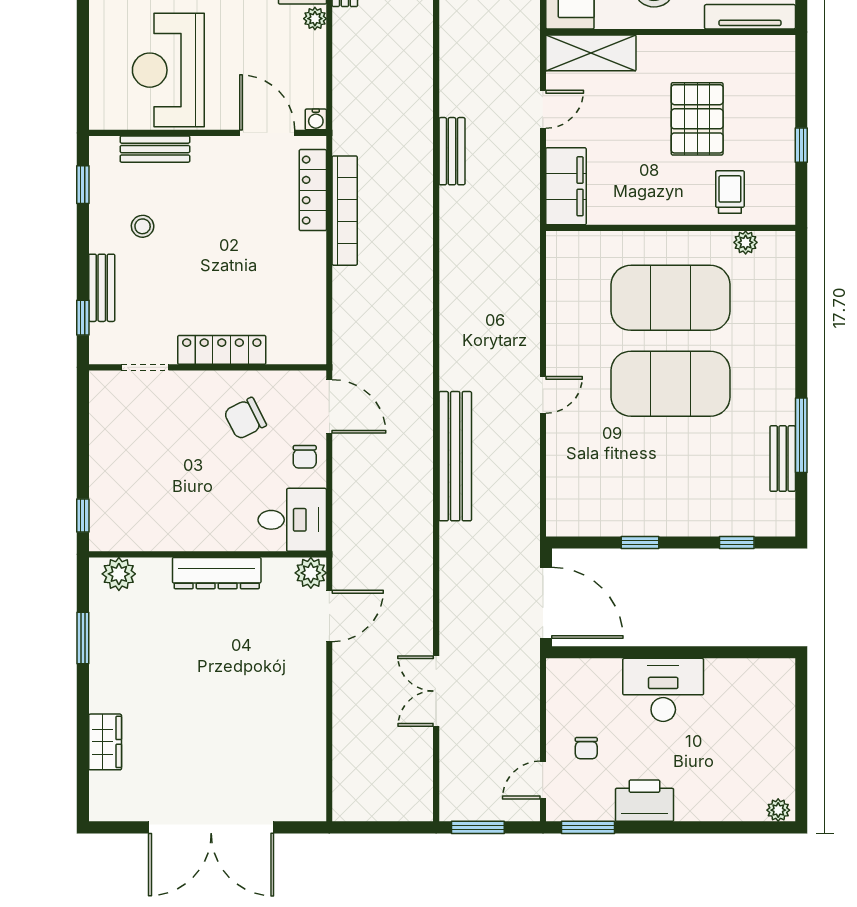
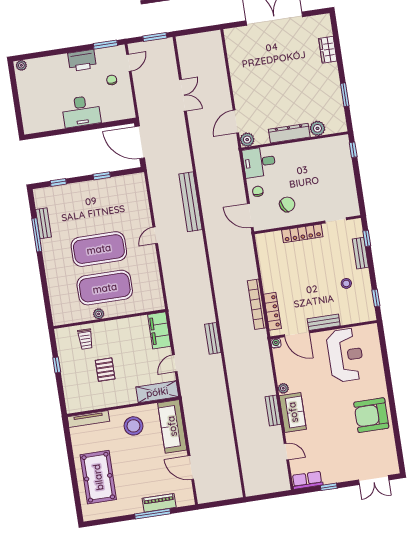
pallet: (697, 119) -> (105, 370), width x0.67, depth x0.71
bench: (155, 149) -> (324, 322), moved
plant: (746, 242) -> (99, 314), moved
plant: (119, 574) -> (317, 128), moved

